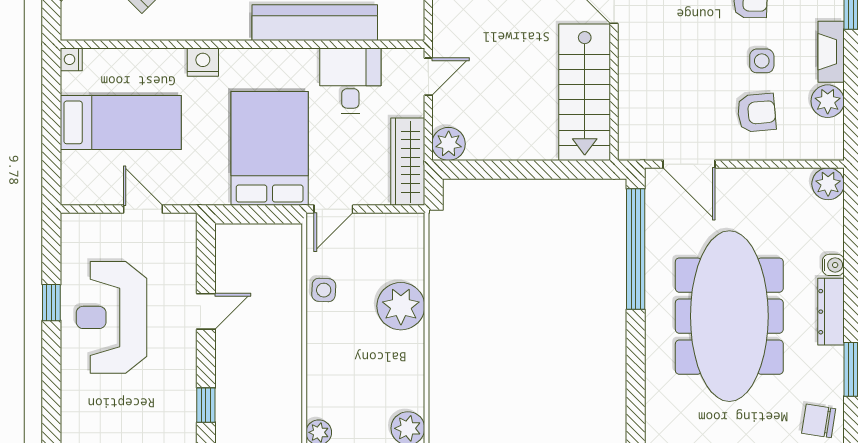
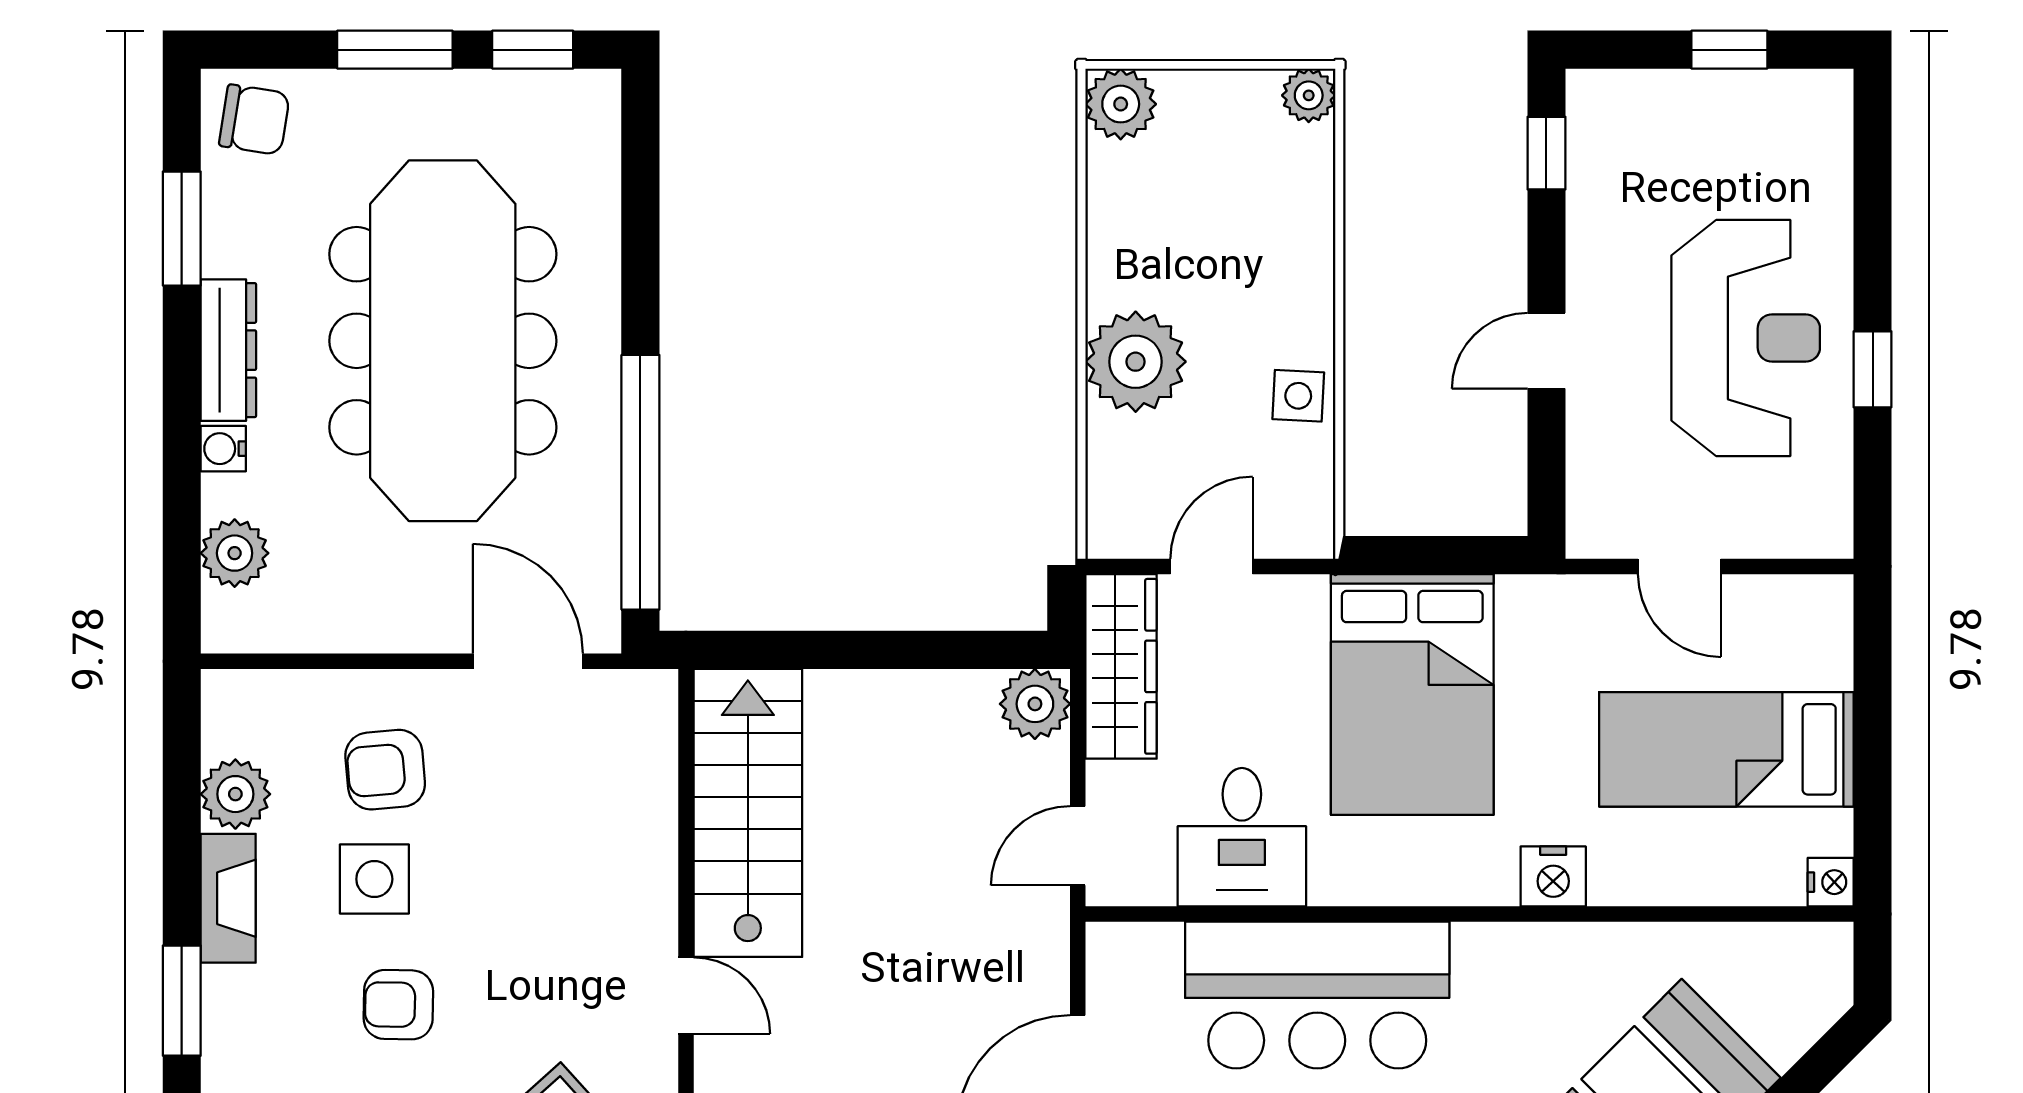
side table: (762, 61) -> (374, 879), width x1.37, depth x1.37
plant: (828, 184) -> (235, 553), moved
door: (333, 209) -> (1211, 566), moved

